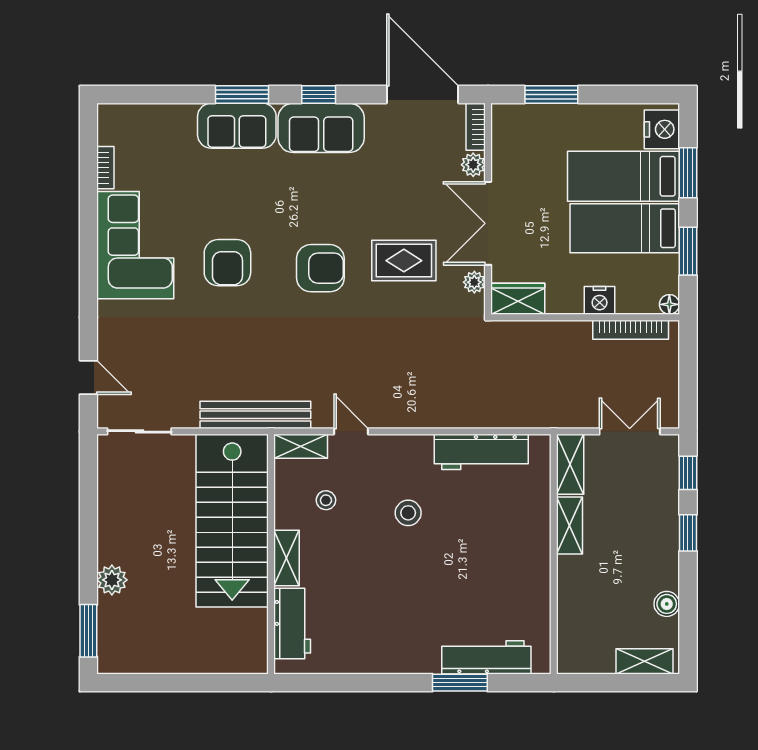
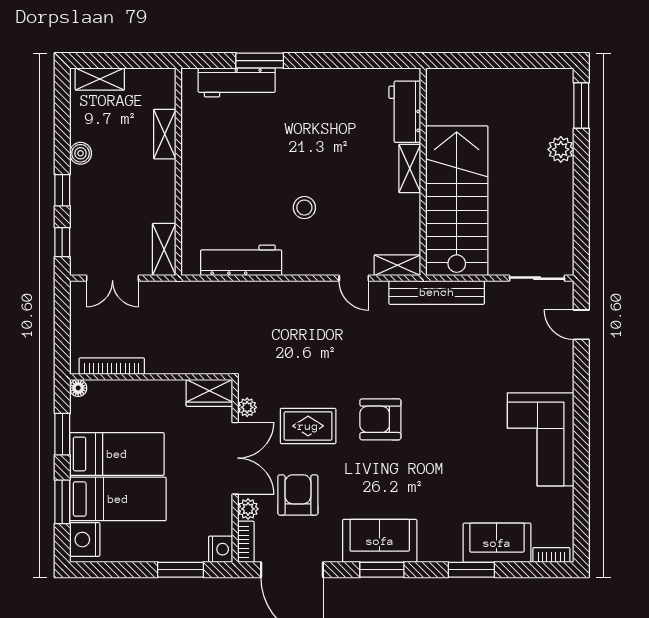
window: (242, 94) -> (471, 570), moved
window: (319, 94) -> (382, 570), width x1.50
sofa: (237, 126) -> (497, 543), moved
bookcase: (105, 168) -> (551, 555), moved, turned 90
armchair: (227, 263) -> (298, 495), moved
nightstand: (600, 300) -> (221, 549), moved, turned 90
stool: (326, 500) -> (376, 218), removed
shelving: (569, 525) -> (165, 134), moved
boiler: (667, 604) -> (81, 153), moved

